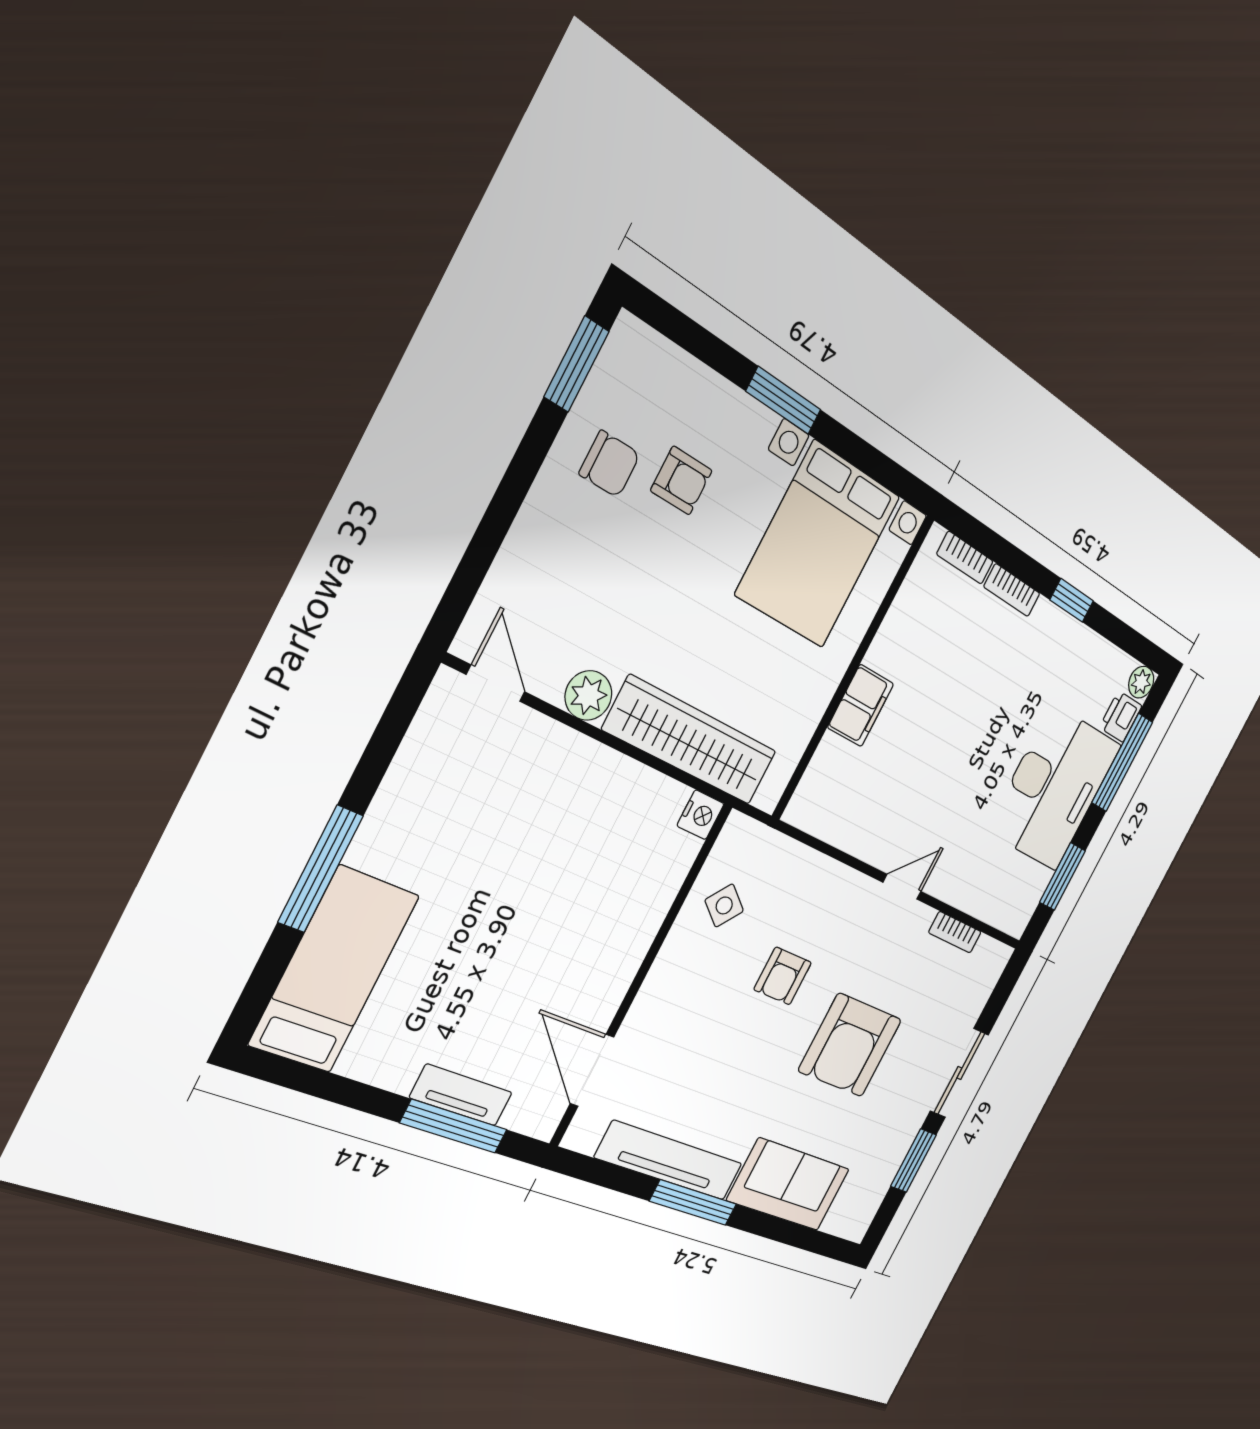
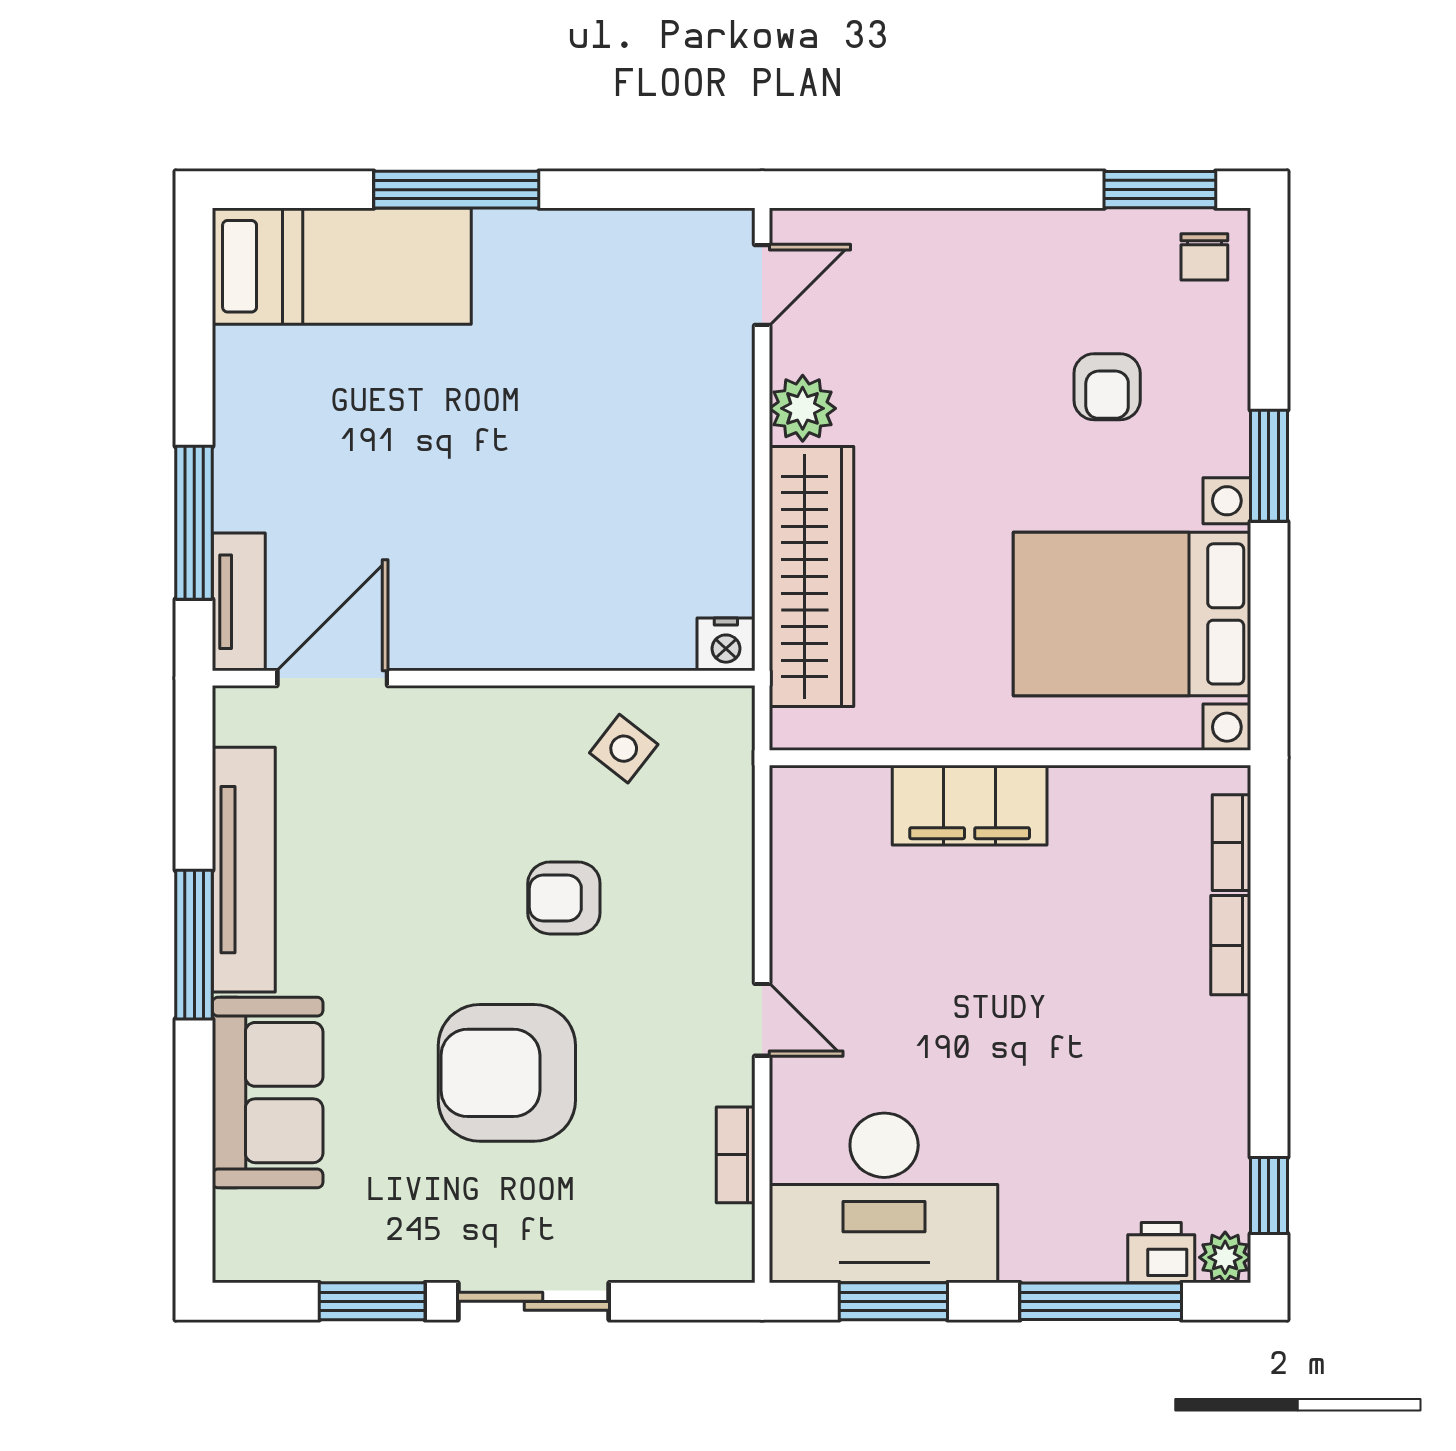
chair: (610, 464) -> (1204, 257), moved, width x0.73, depth x0.73
window: (1072, 600) -> (1269, 1195), moved
filing cabinet: (861, 706) -> (970, 805), width x1.50, depth x1.17
desk: (1054, 788) -> (884, 1198), moved
tv unit: (461, 1095) -> (239, 602), moved

